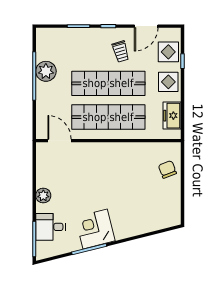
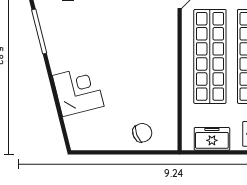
corner desk: (95, 229) -> (78, 91), moved

